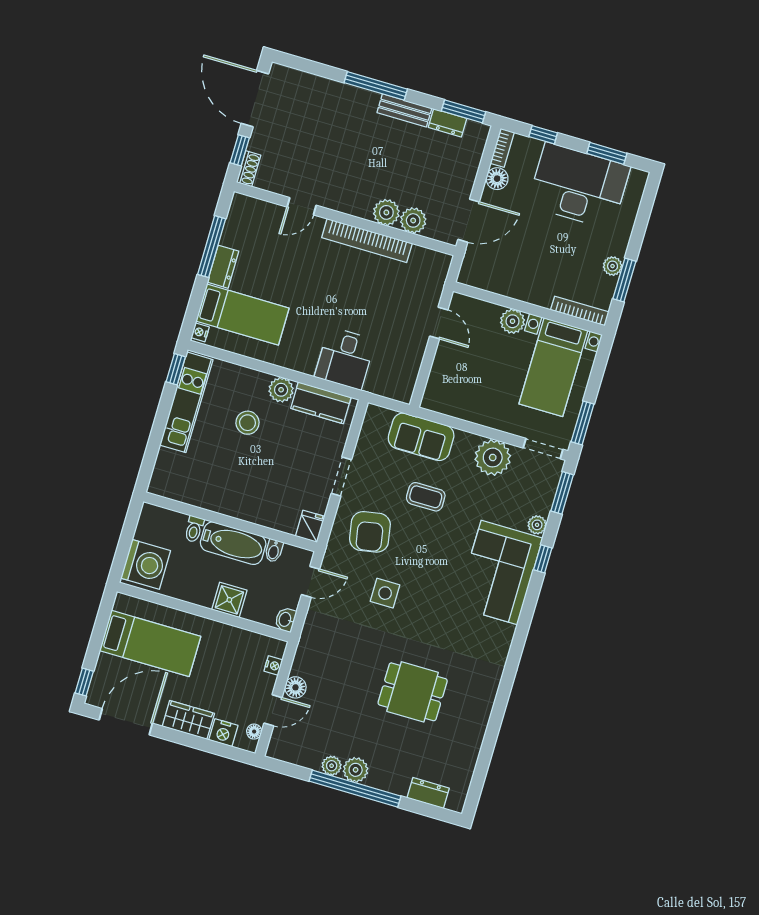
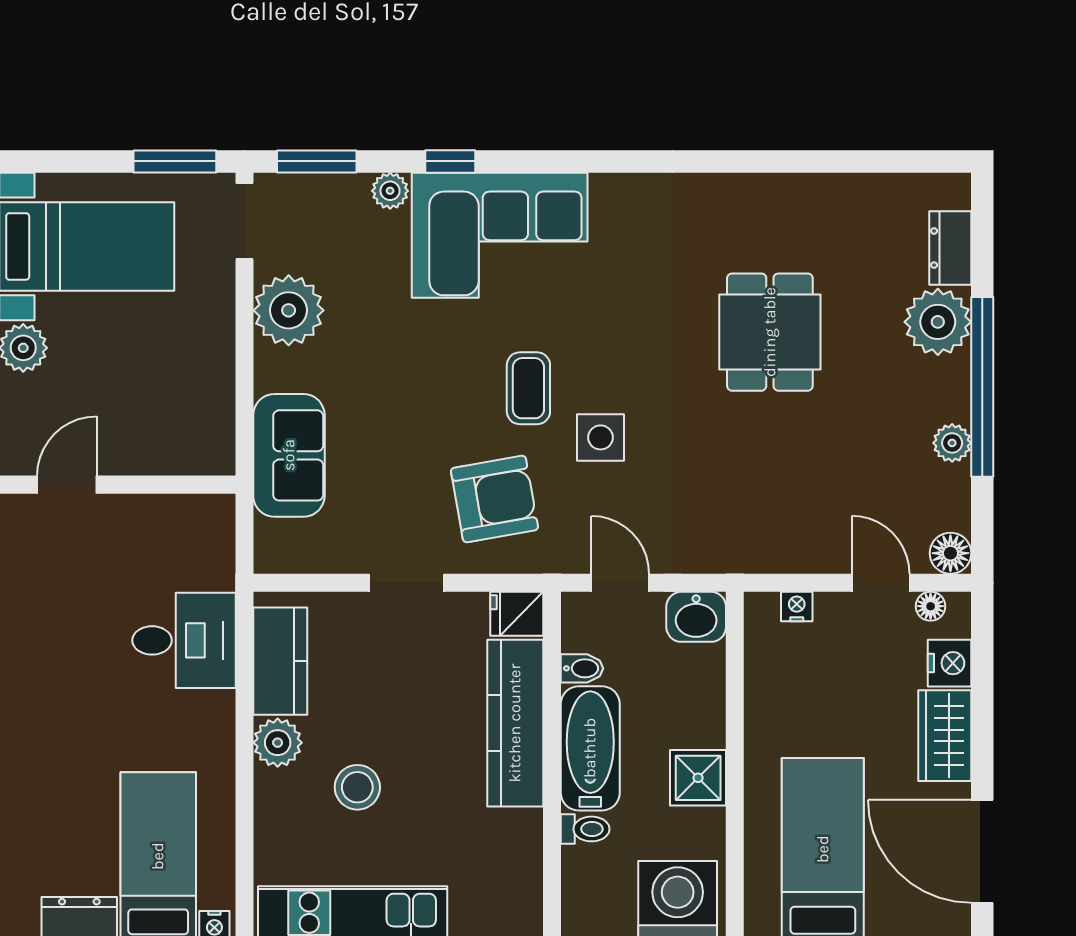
coffee table: (426, 497) -> (528, 388), moved
kitchen counter: (256, 510) -> (515, 723), added
shower: (229, 600) -> (698, 778), moved
washbasin: (285, 620) -> (696, 617), width x1.38, depth x1.45
floor lamp: (295, 687) -> (950, 553), moved
plant: (356, 770) -> (938, 322), moved, width x1.36, depth x1.36

